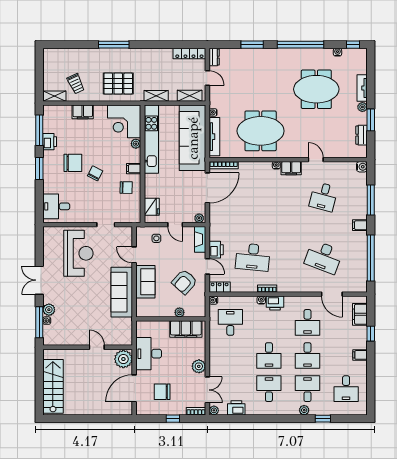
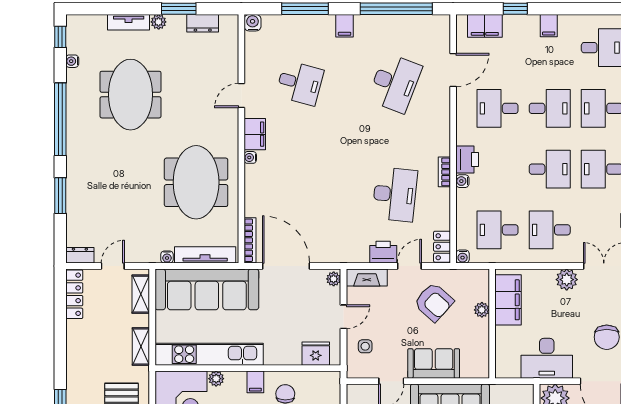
desk: (307, 322) -> (498, 108), turned 180
desk: (230, 356) -> (550, 230), added

